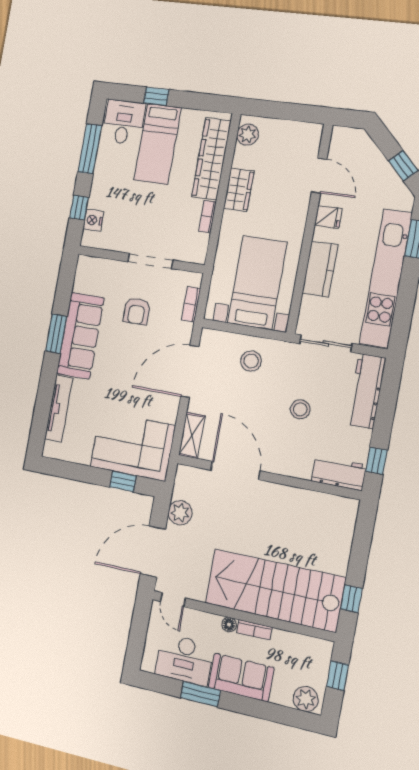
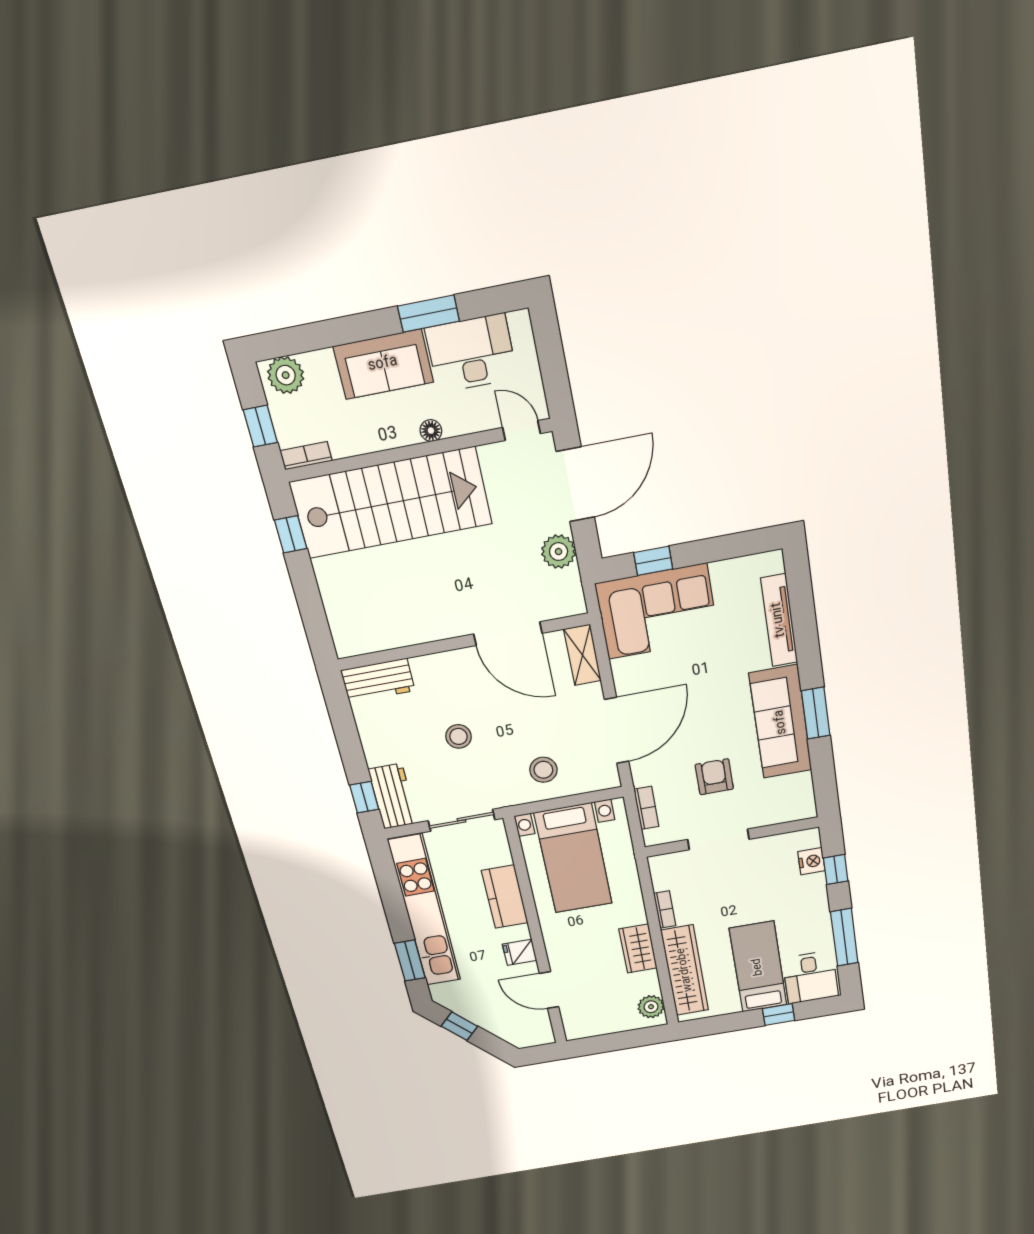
workbench: (366, 391) -> (393, 796), width x0.73
window: (376, 461) -> (364, 797), moved
bookcase: (254, 630) -> (306, 456), moved

